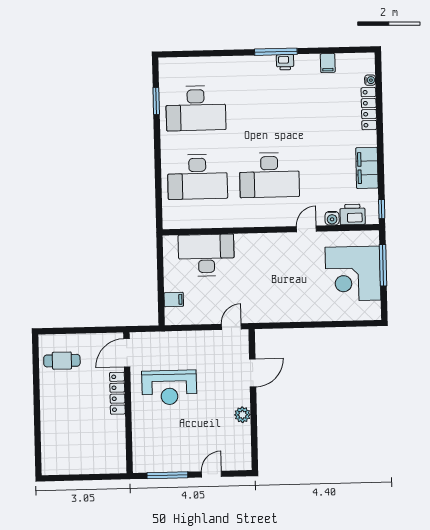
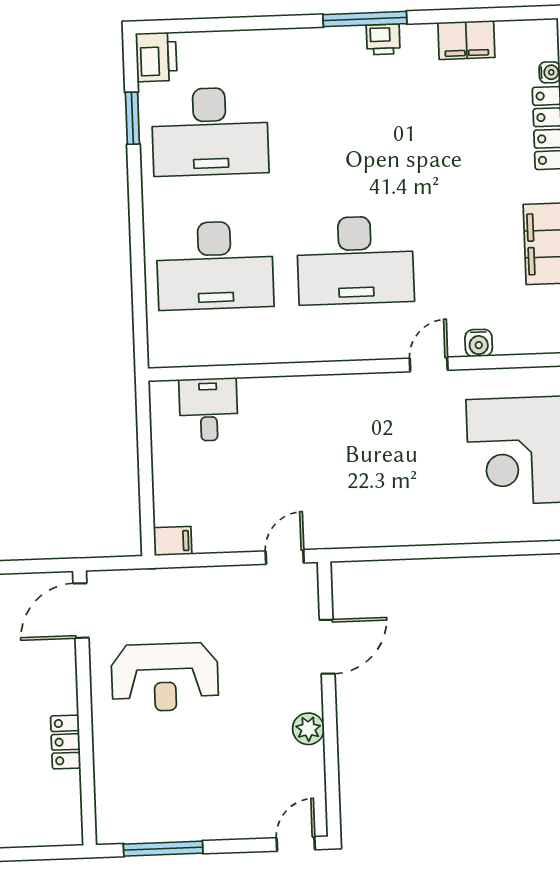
filing cabinet: (328, 63) -> (466, 40), width x2.00
printer: (353, 214) -> (156, 57), moved, turned 90
desk: (206, 255) -> (208, 410), width x0.53, depth x0.77
filing cabinet: (174, 299) -> (173, 541), moved
locker: (117, 393) -> (66, 742), moved, width x0.66
door: (211, 474) -> (296, 844), moved

